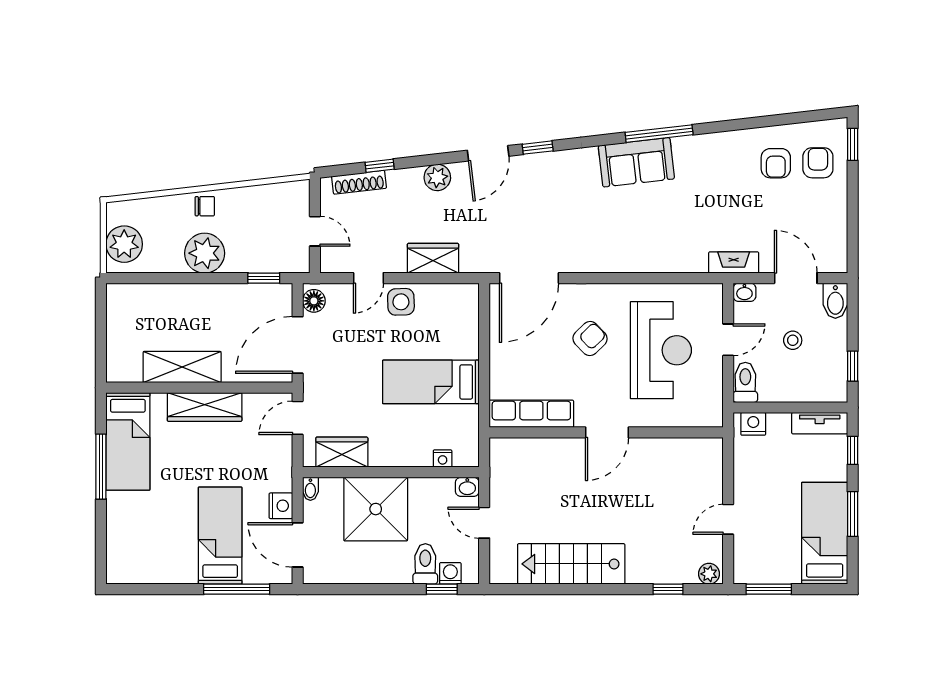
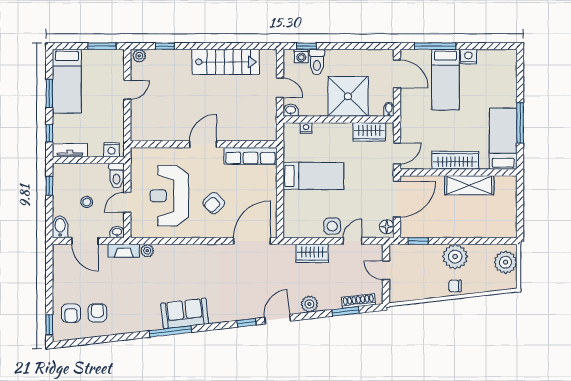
window: (380, 166) -> (346, 311), width x1.50
plant: (696, 263) -> (147, 251), added
nightstand: (281, 506) -> (468, 57), moved, turned 90

